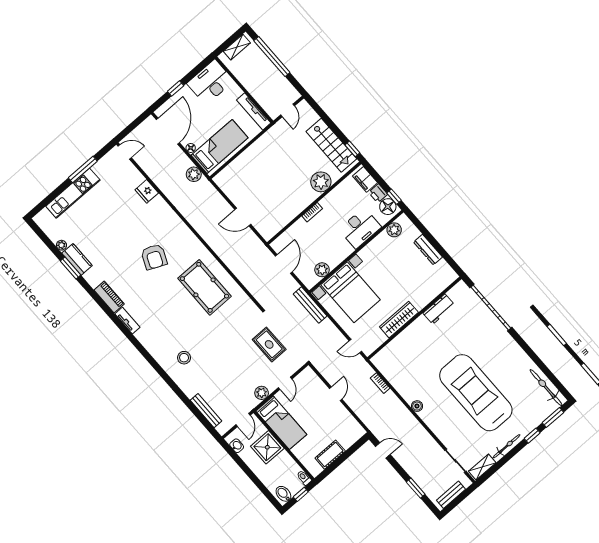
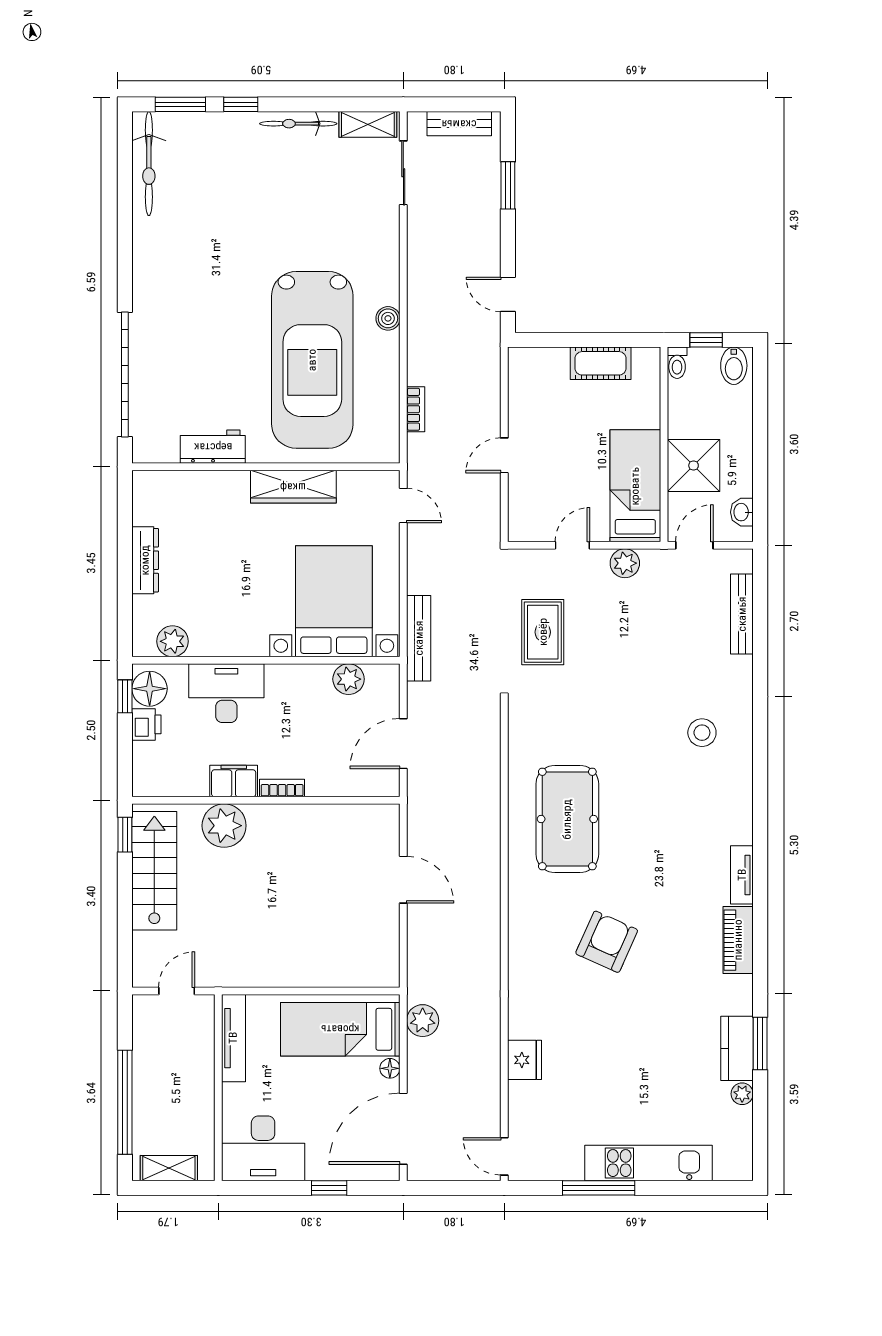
filing cabinet: (365, 179) -> (234, 781), moved, turned -90
car: (476, 393) -> (312, 360), moved

